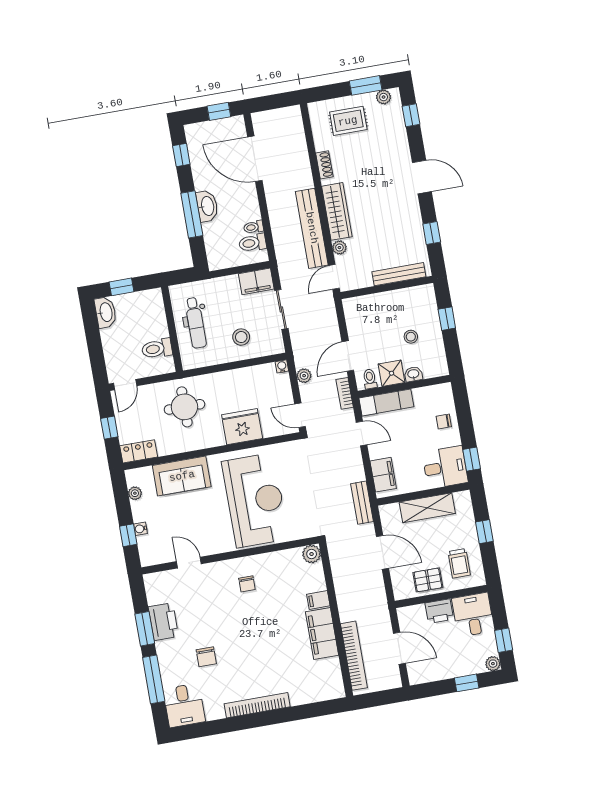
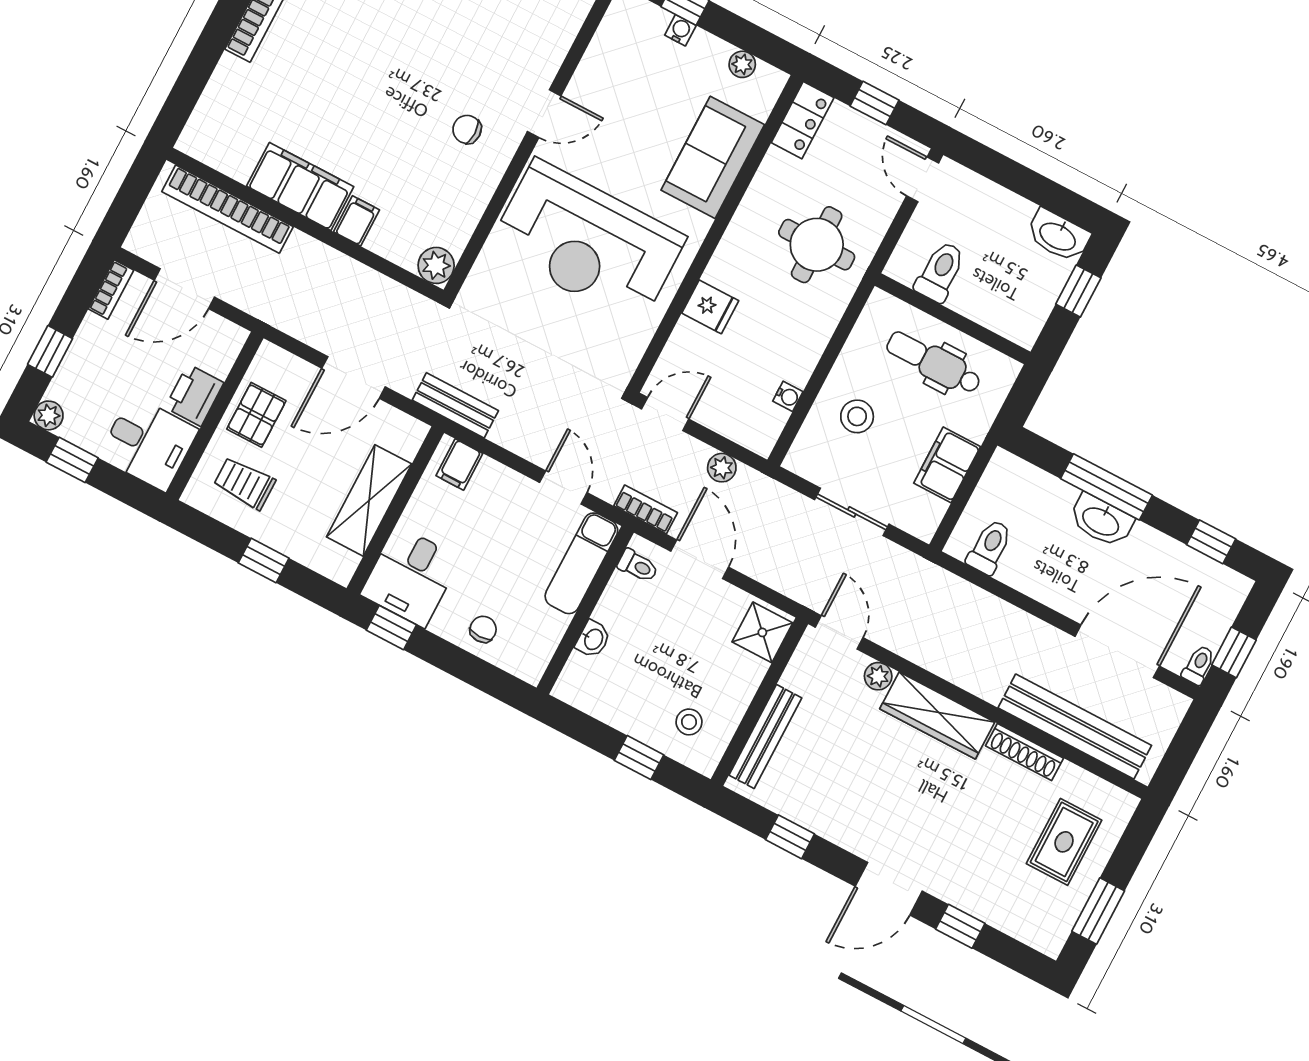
plant: (384, 97) -> (1059, 925), removed
window: (411, 115) -> (960, 926), moved
shoe rack: (324, 165) -> (1024, 752), width x1.43
toilet: (254, 227) -> (1199, 665), moved
bench: (312, 228) -> (1075, 727), moved
filing cabinet: (256, 281) -> (947, 465), moved
stool: (411, 337) -> (689, 722), moved
water cooler: (282, 366) -> (788, 396), moved
shower: (391, 373) -> (762, 632), moved
fridge: (242, 427) -> (710, 307), width x0.53, depth x0.75
door: (361, 433) -> (563, 488), swing flipped
filing cabinet: (383, 475) -> (459, 465), width x0.50
door: (189, 563) -> (544, 114), moved
bookcase: (423, 678) -> (111, 290), added

